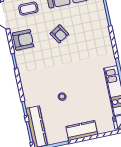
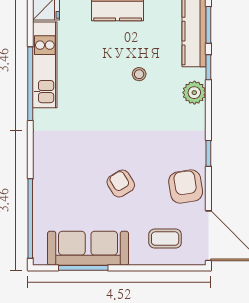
armchair: (23, 40) -> (186, 187), turned 81
plant: (29, 93) -> (194, 93), added

